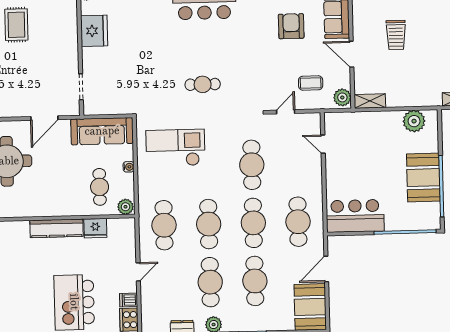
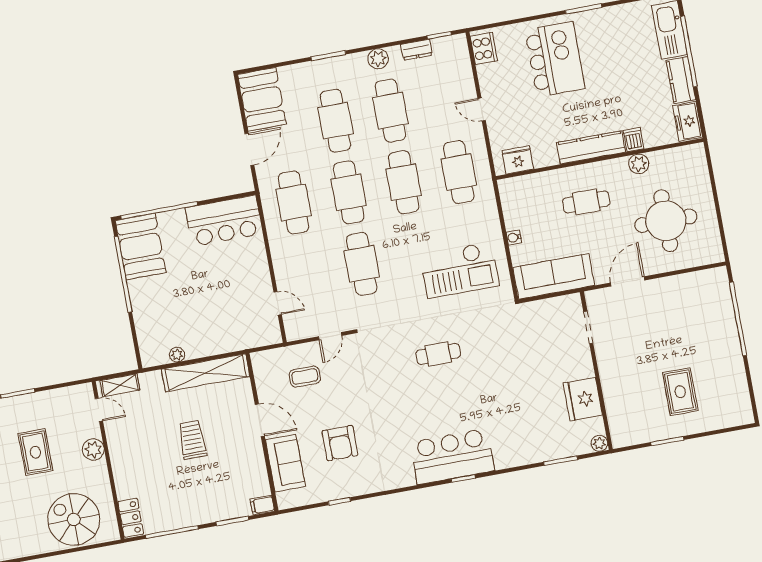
trolley: (396, 35) -> (192, 440), moved
plant: (342, 97) -> (263, 365), removed
shelving: (370, 101) -> (206, 373), width x2.20, depth x1.33
plant: (414, 121) -> (177, 355), width x0.53, depth x0.53
booth: (423, 178) -> (141, 246), moved
cafe table: (100, 187) -> (586, 202), moved, turned 90
plant: (125, 207) -> (639, 164), moved
fridge: (95, 228) -> (518, 160), moved
door: (138, 272) -> (482, 109), hinge flipped
dishwasher: (129, 300) -> (634, 140), moved, turned -90

